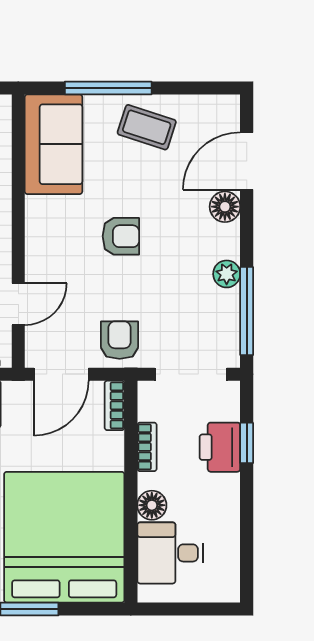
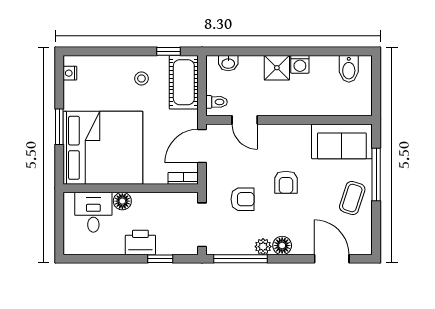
floor lamp: (225, 207) -> (282, 246), moved
armchair: (120, 340) -> (243, 199), moved
door: (61, 374) -> (202, 146), hinge flipped
bookcase: (147, 447) -> (158, 198), removed
printer: (220, 447) -> (140, 242), moved

